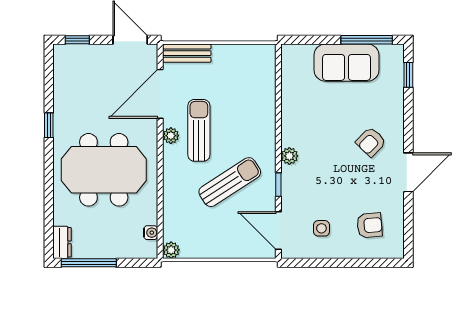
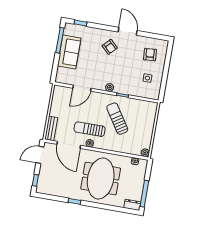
door: (278, 231) -> (82, 88), moved

